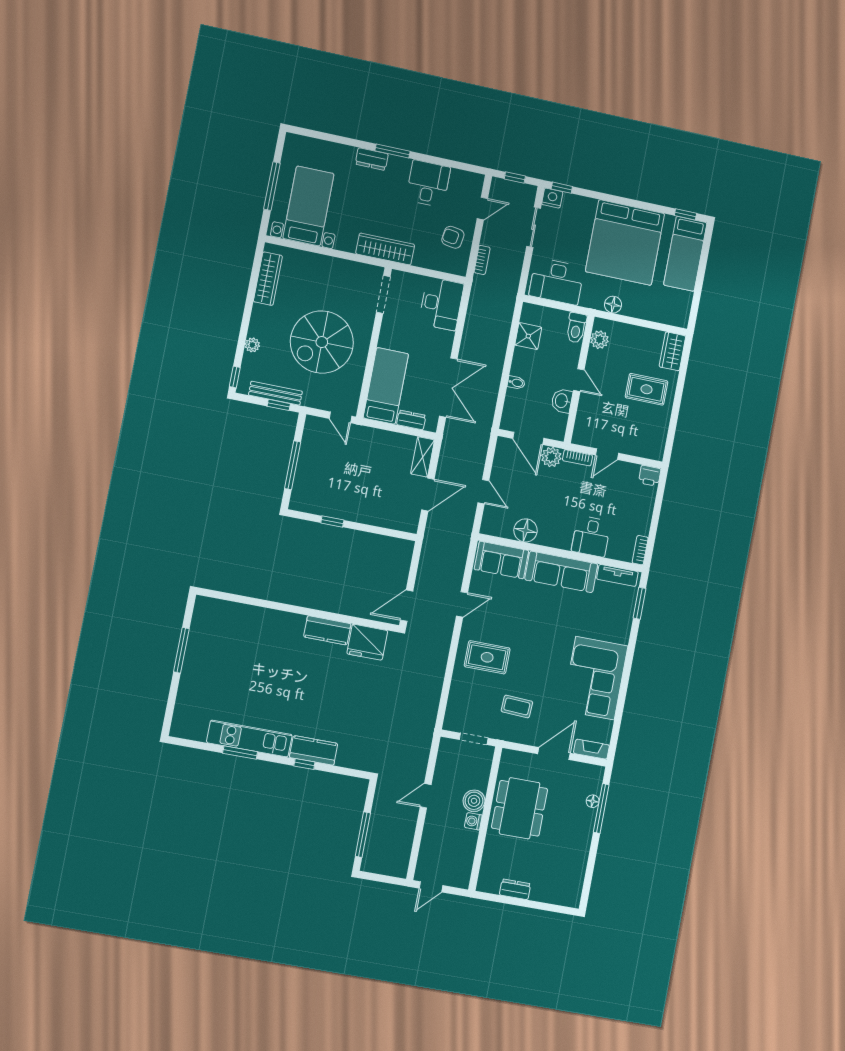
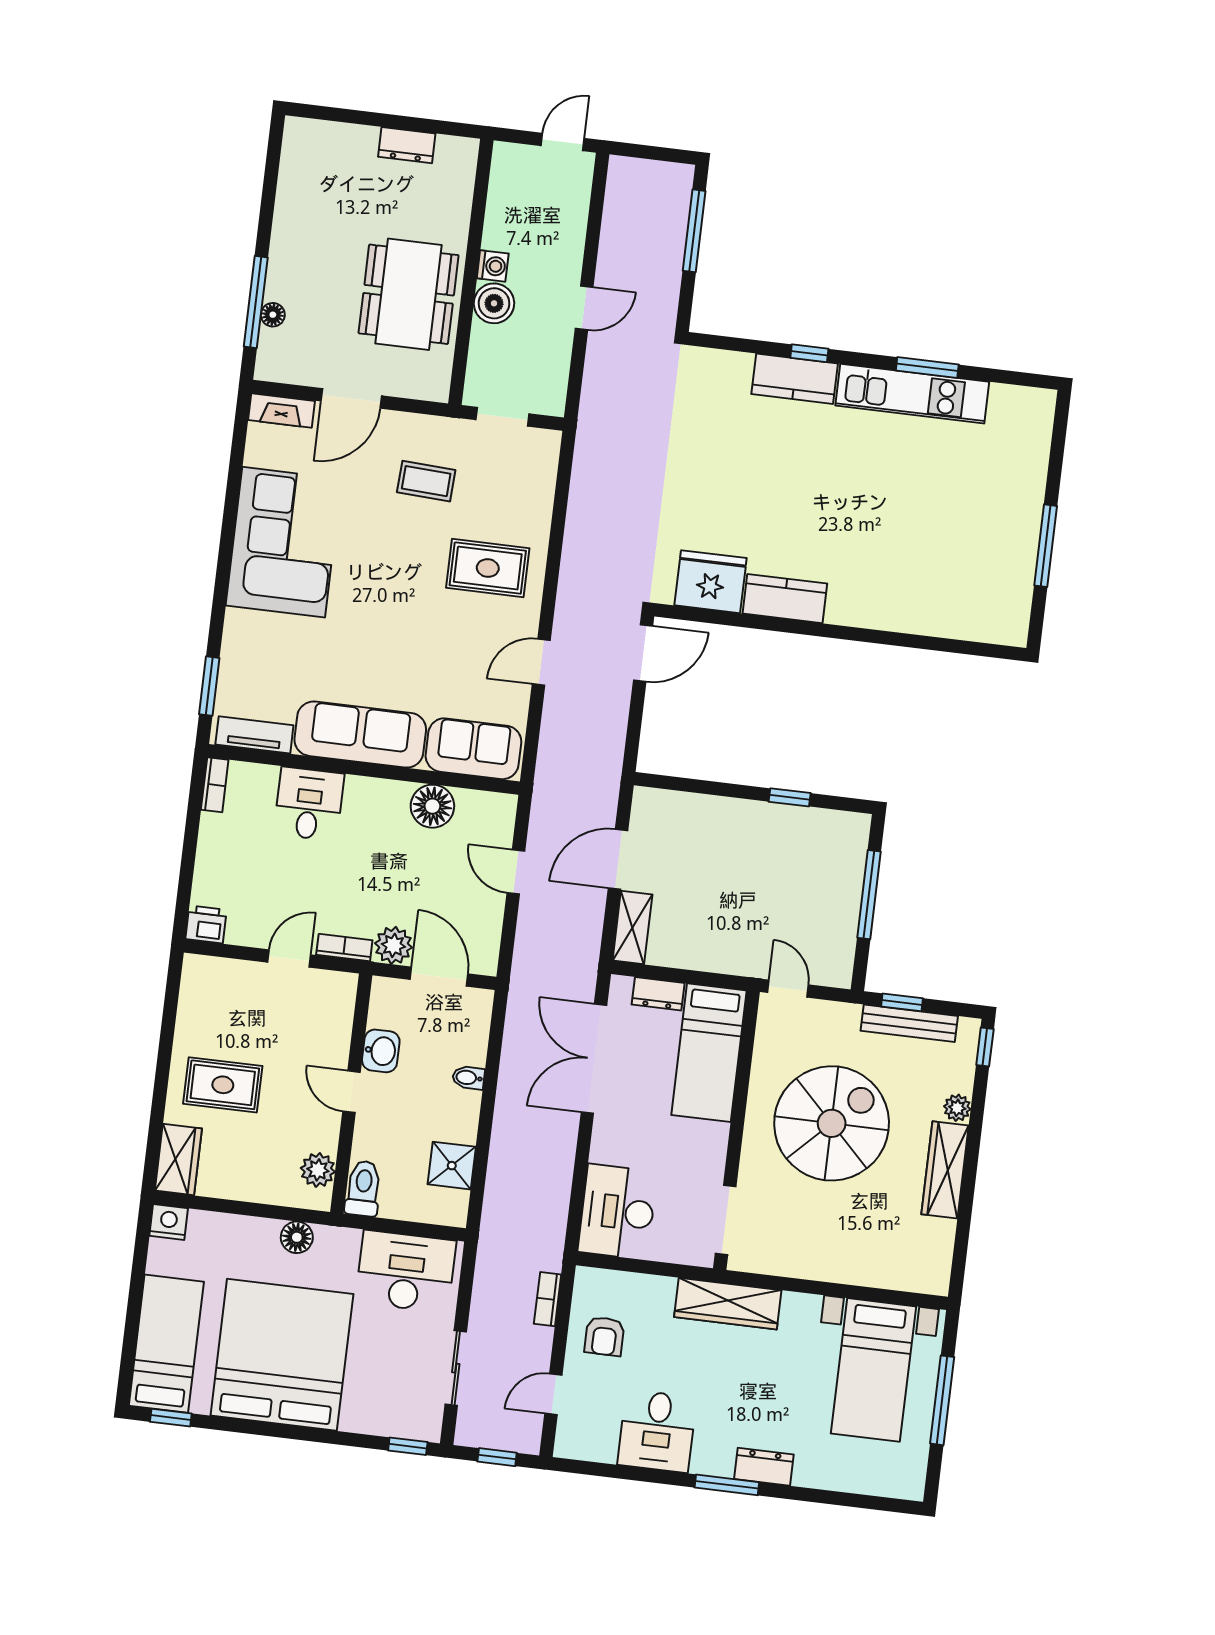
nightstand: (552, 198) -> (169, 1222), moved, turned 180
armchair: (453, 237) -> (604, 1336), turned 81
wardrobe: (268, 279) -> (945, 1170), moved

